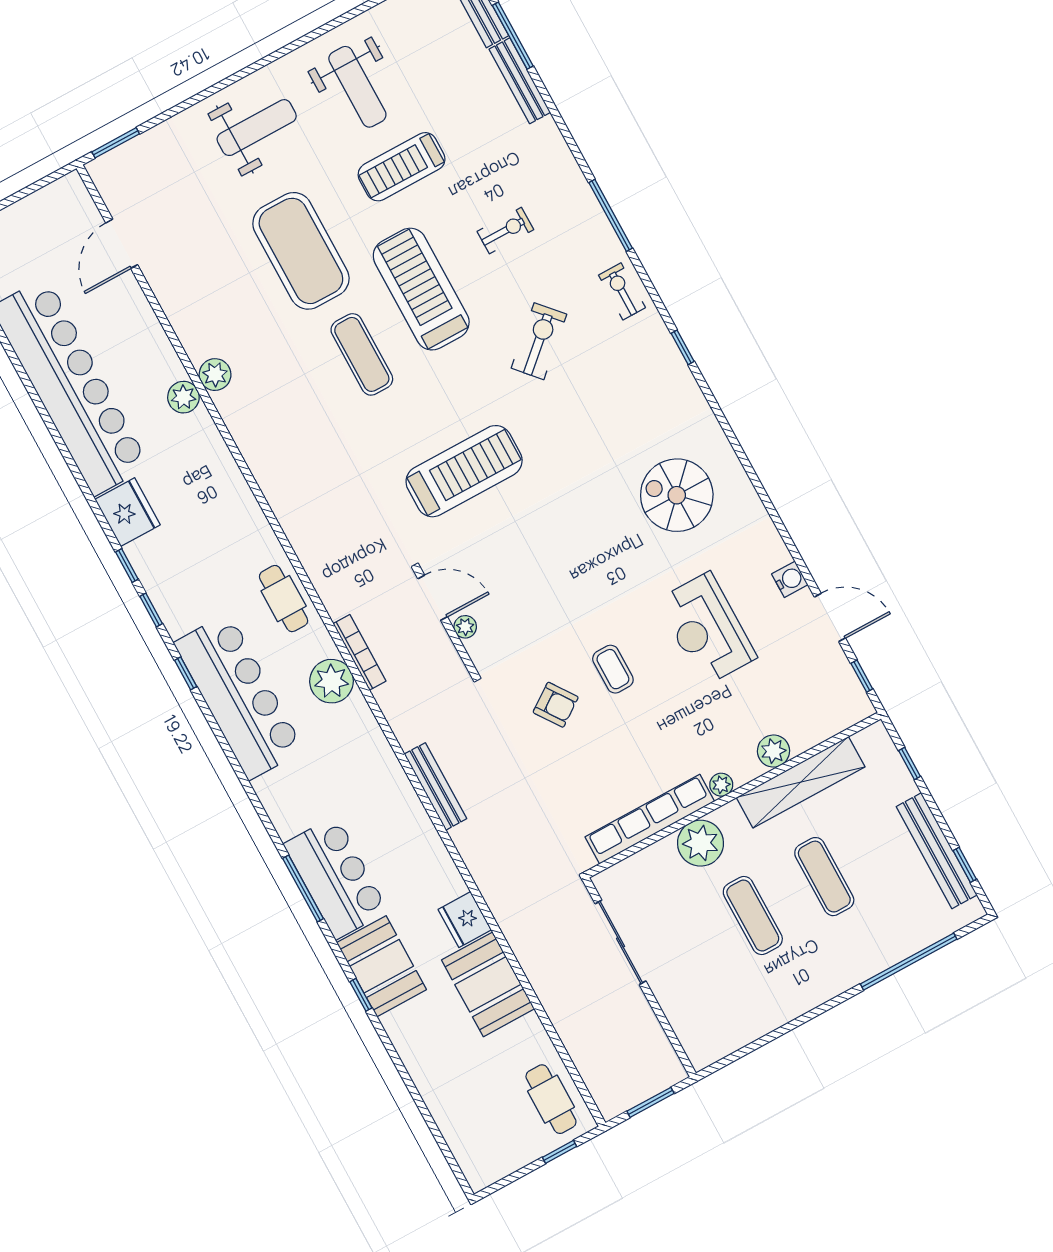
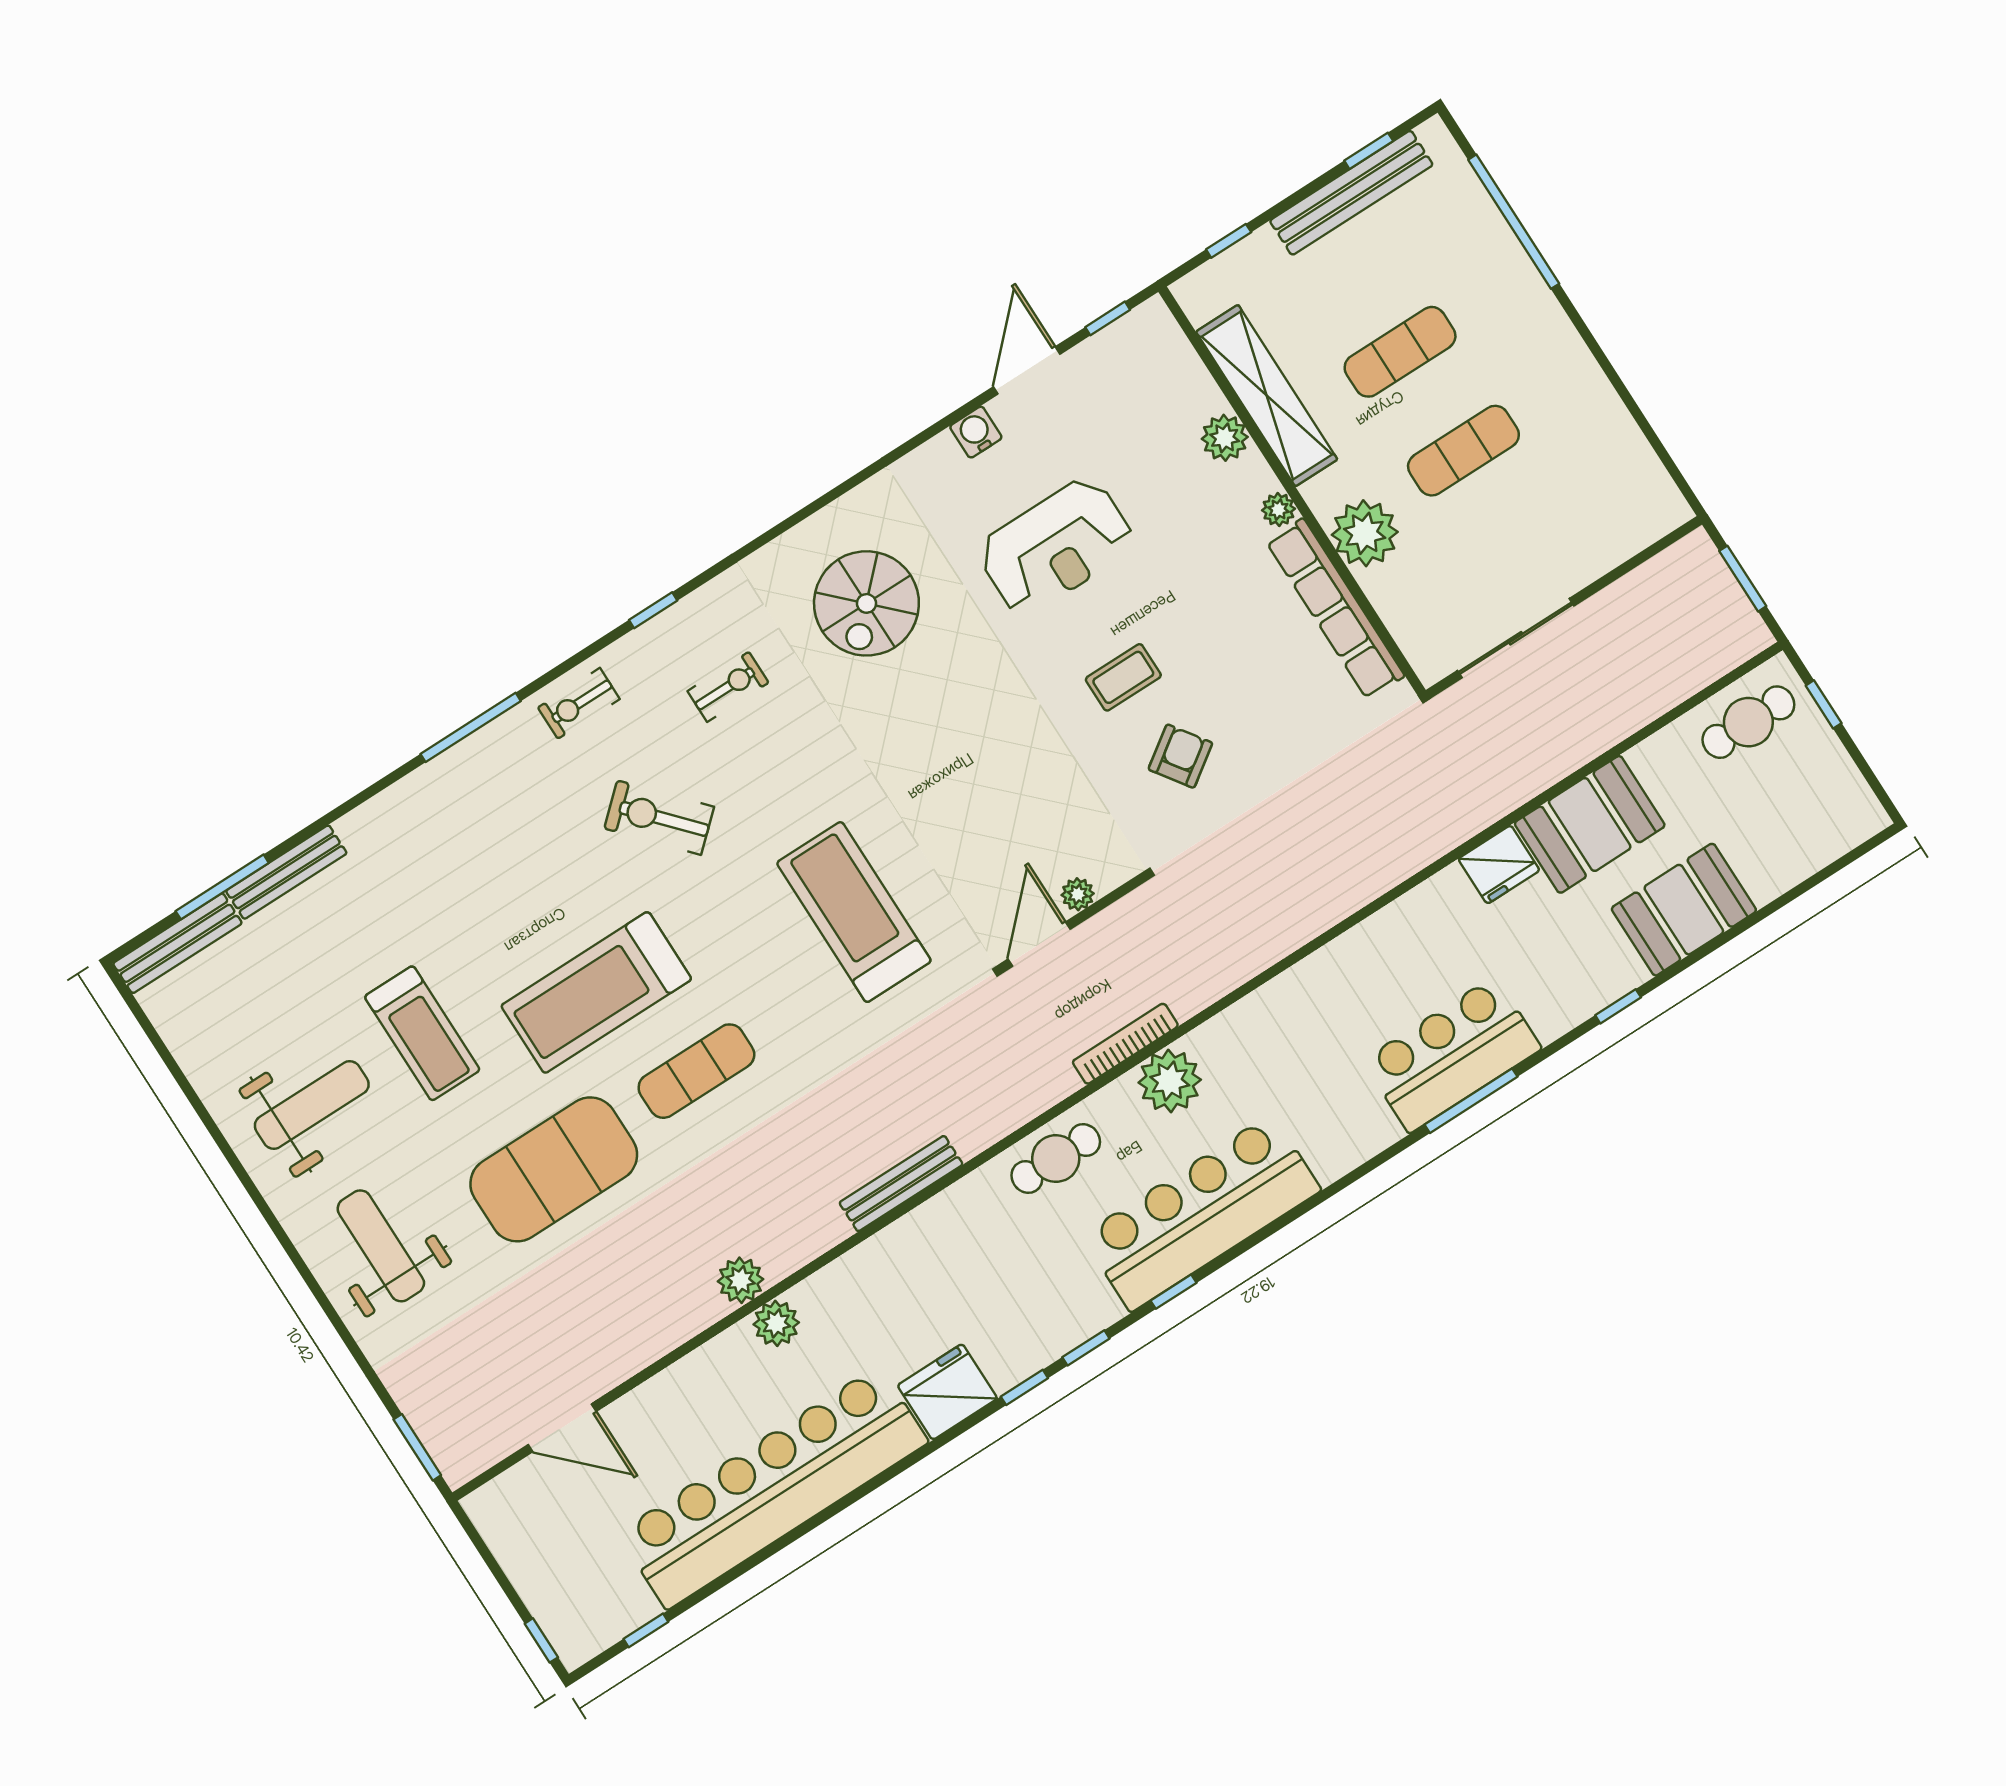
exercise bike: (505, 231) -> (728, 687), moved, turned 90
bench: (435, 786) -> (901, 1184), moved
booth: (382, 966) -> (1684, 910), moved

